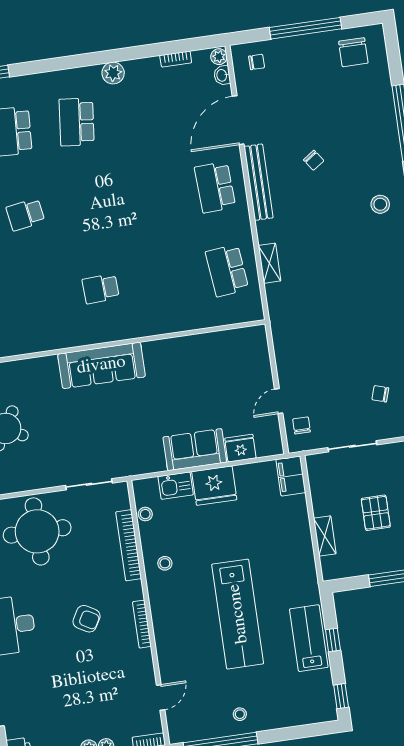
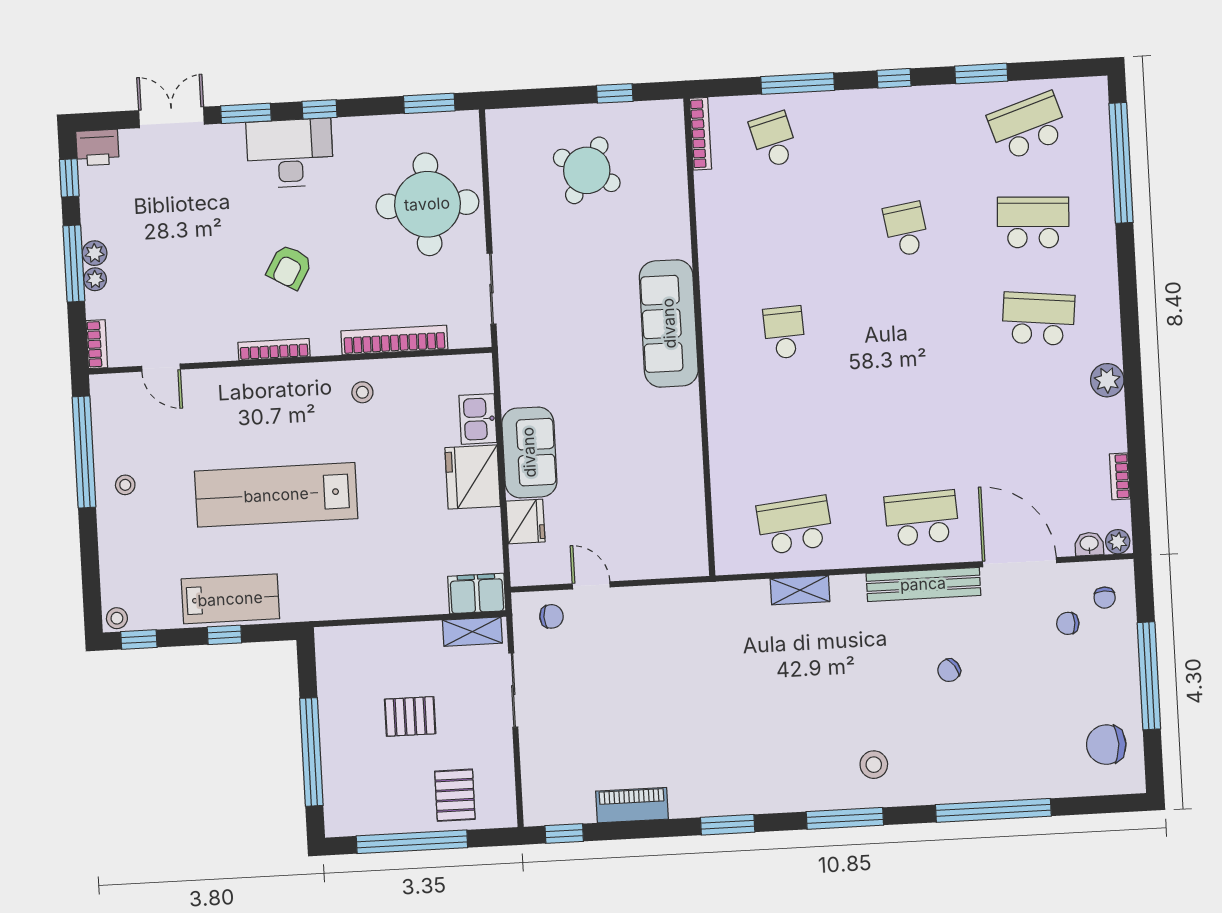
chair: (380, 394) -> (1068, 623), moved, turned -108
stool: (145, 514) -> (117, 618), moved
shelving: (325, 536) -> (472, 632), moved

